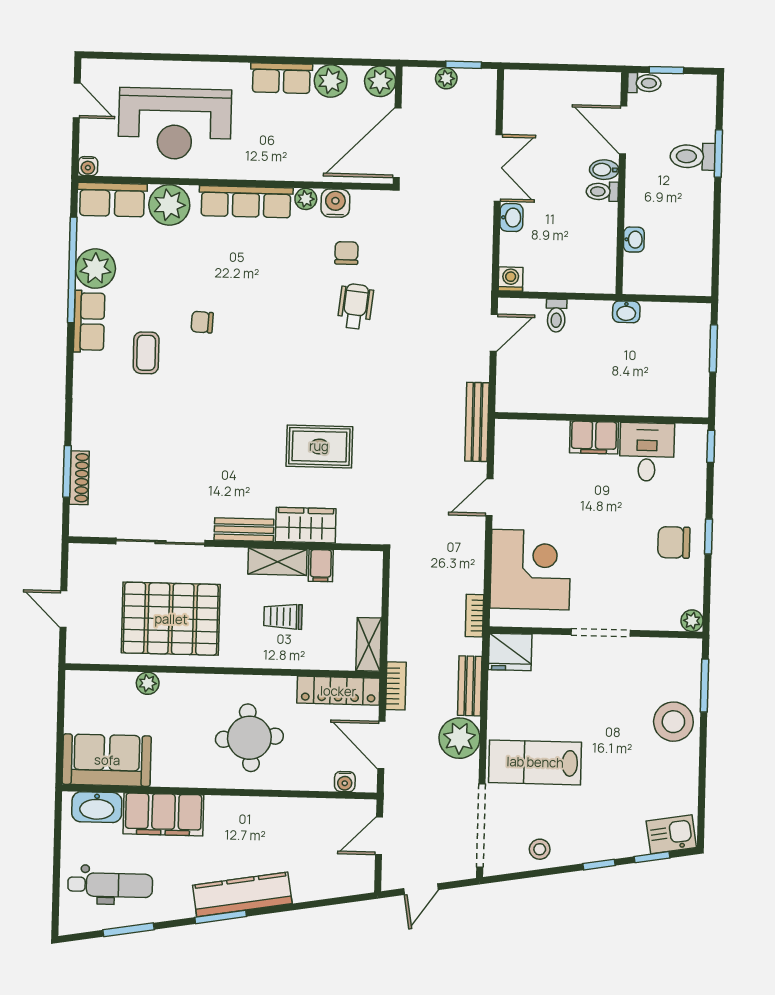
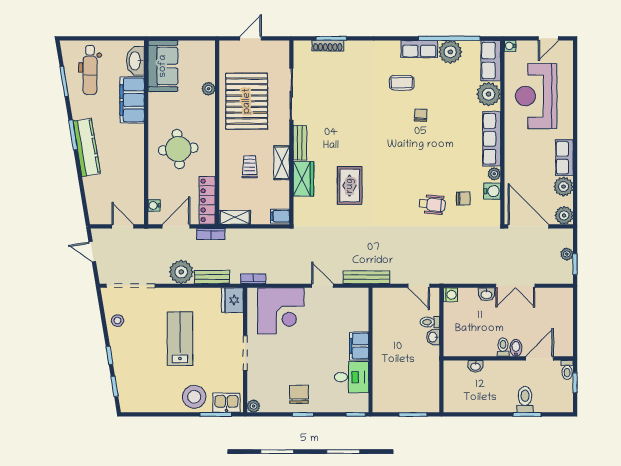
washbasin: (626, 312) -> (433, 337), moved
filing cabinet: (321, 566) -> (280, 216), moved
lab bench: (535, 762) -> (180, 339), moved
kitchen sink: (671, 834) -> (226, 403), moved, turned -81

